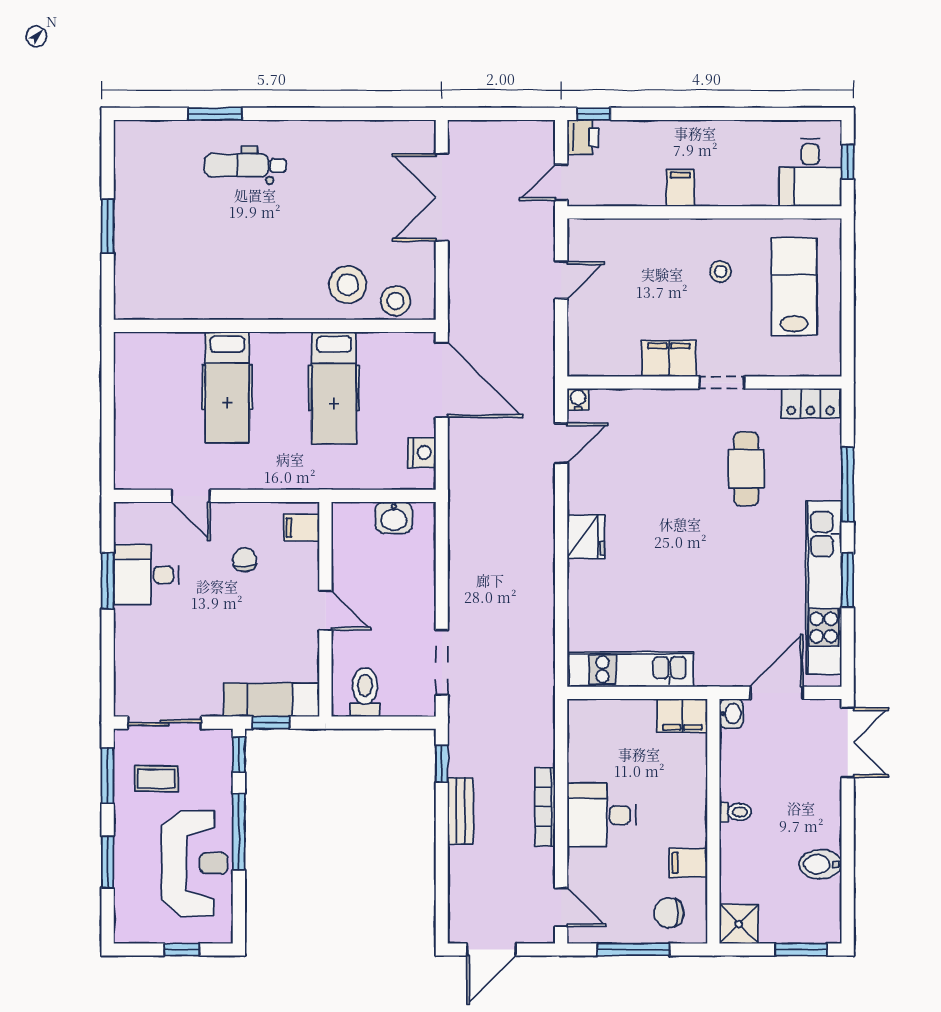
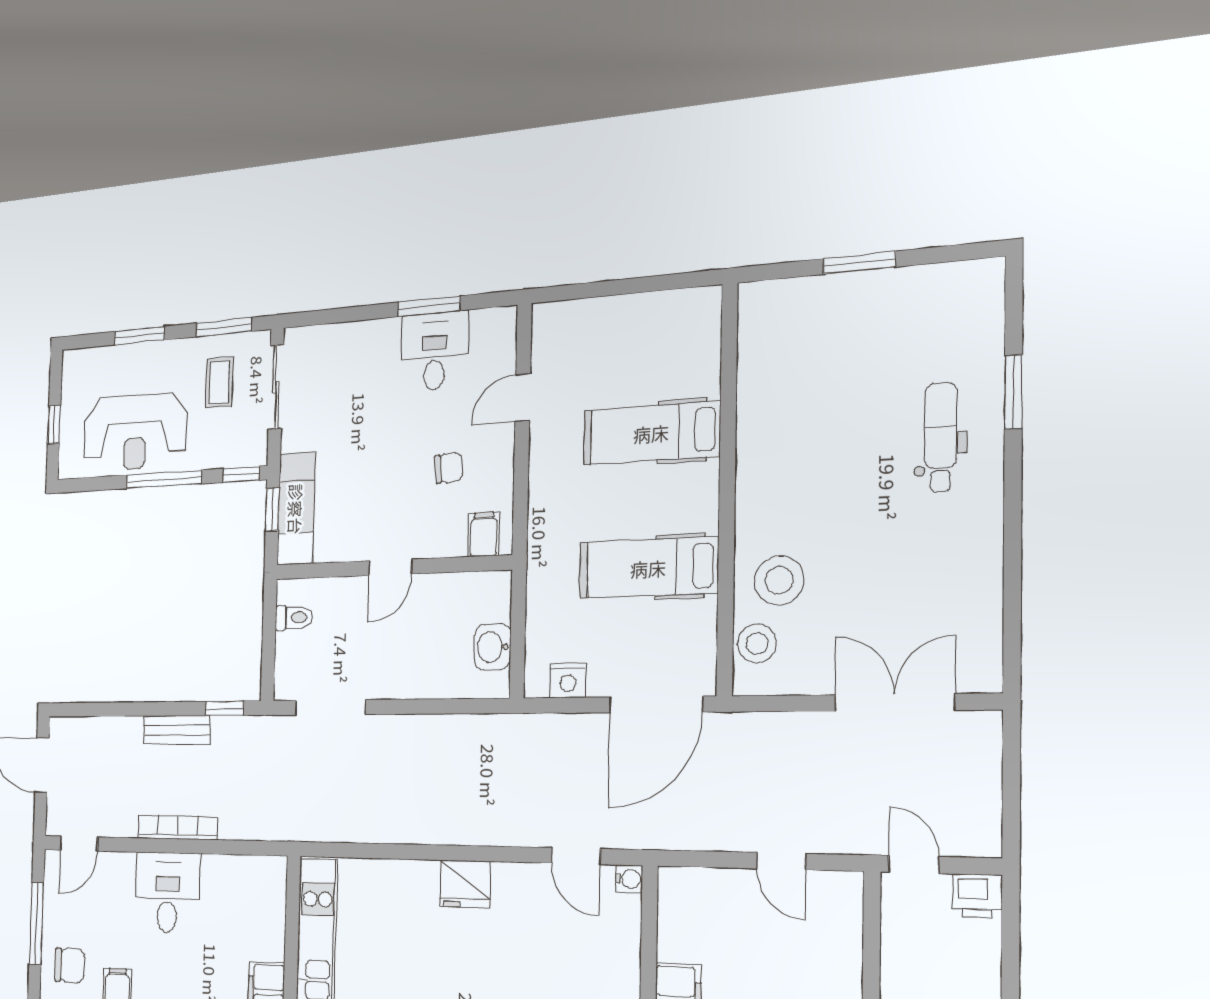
window: (594, 114) -> (1011, 912), removed
toilet: (365, 692) -> (294, 618), width x0.73, depth x0.72
chair: (669, 913) -> (70, 965), turned 90

